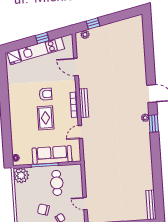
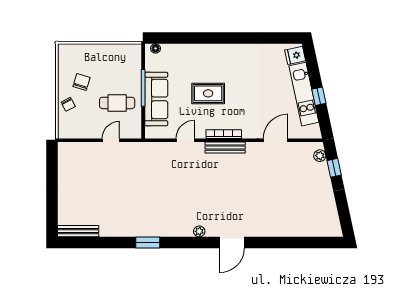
armchair: (45, 94) -> (241, 95), removed
window: (154, 124) -> (148, 242), moved
door: (80, 132) -> (185, 140), hinge flipped
plant: (21, 175) -> (131, 54), removed
door: (85, 204) -> (111, 140), moved

